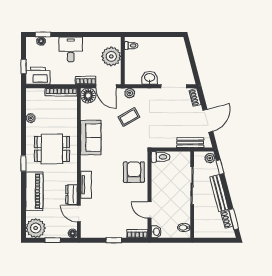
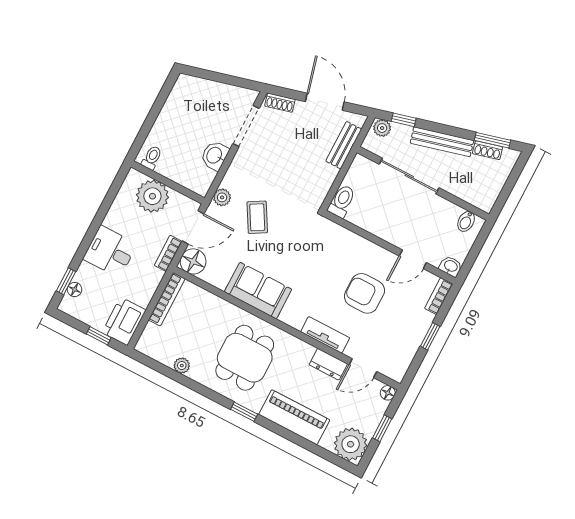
armchair: (134, 172) -> (364, 293), moved

